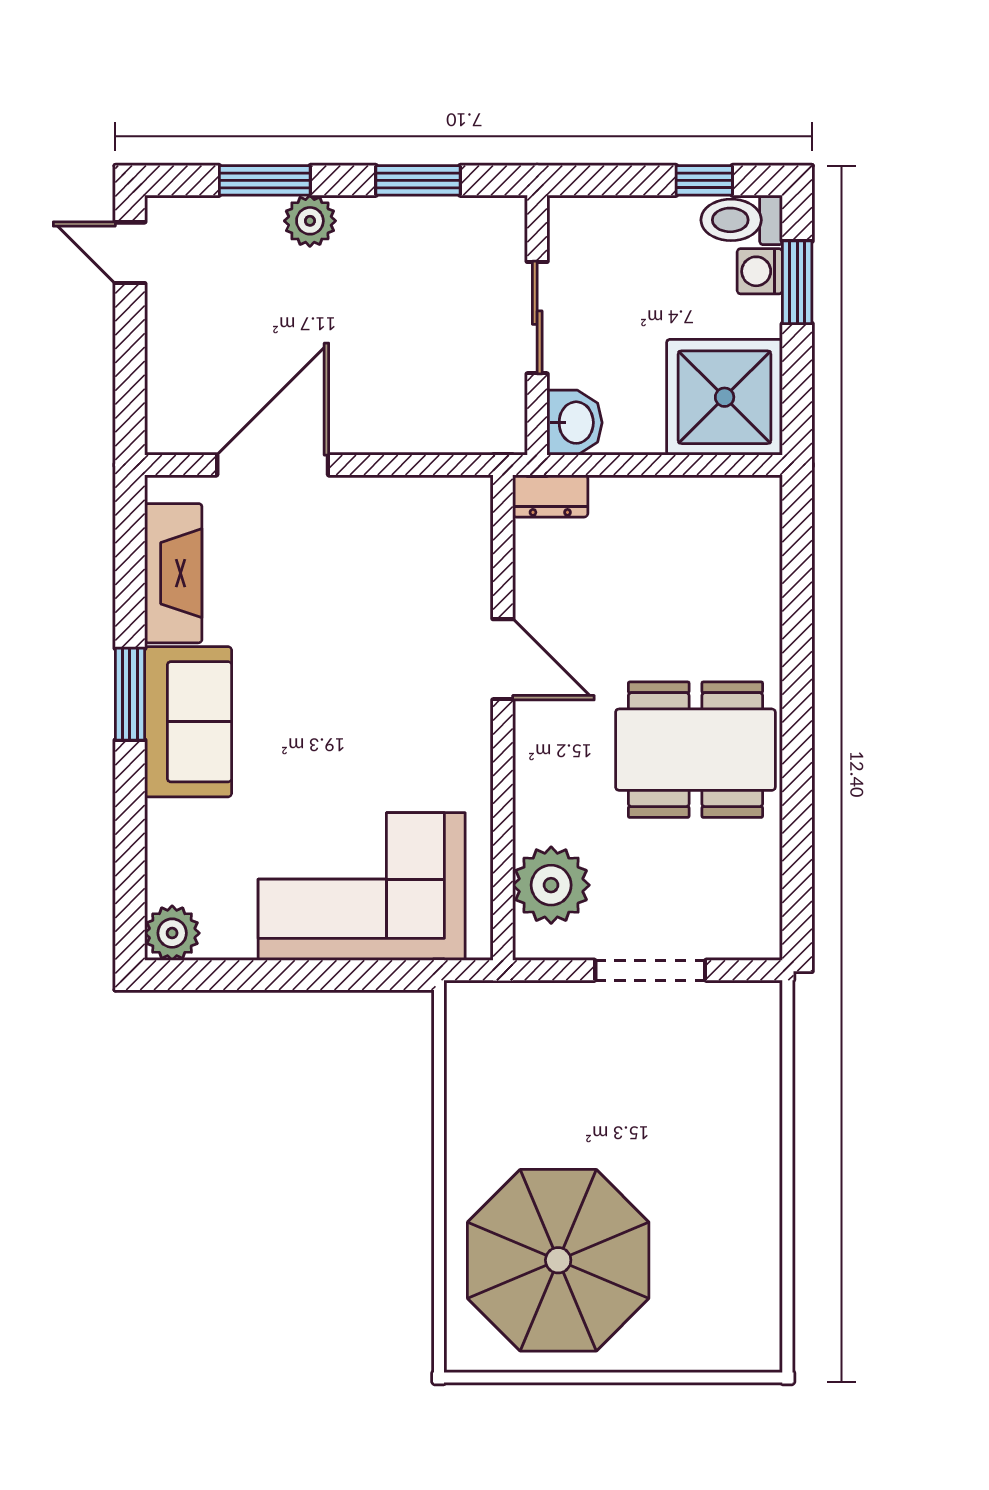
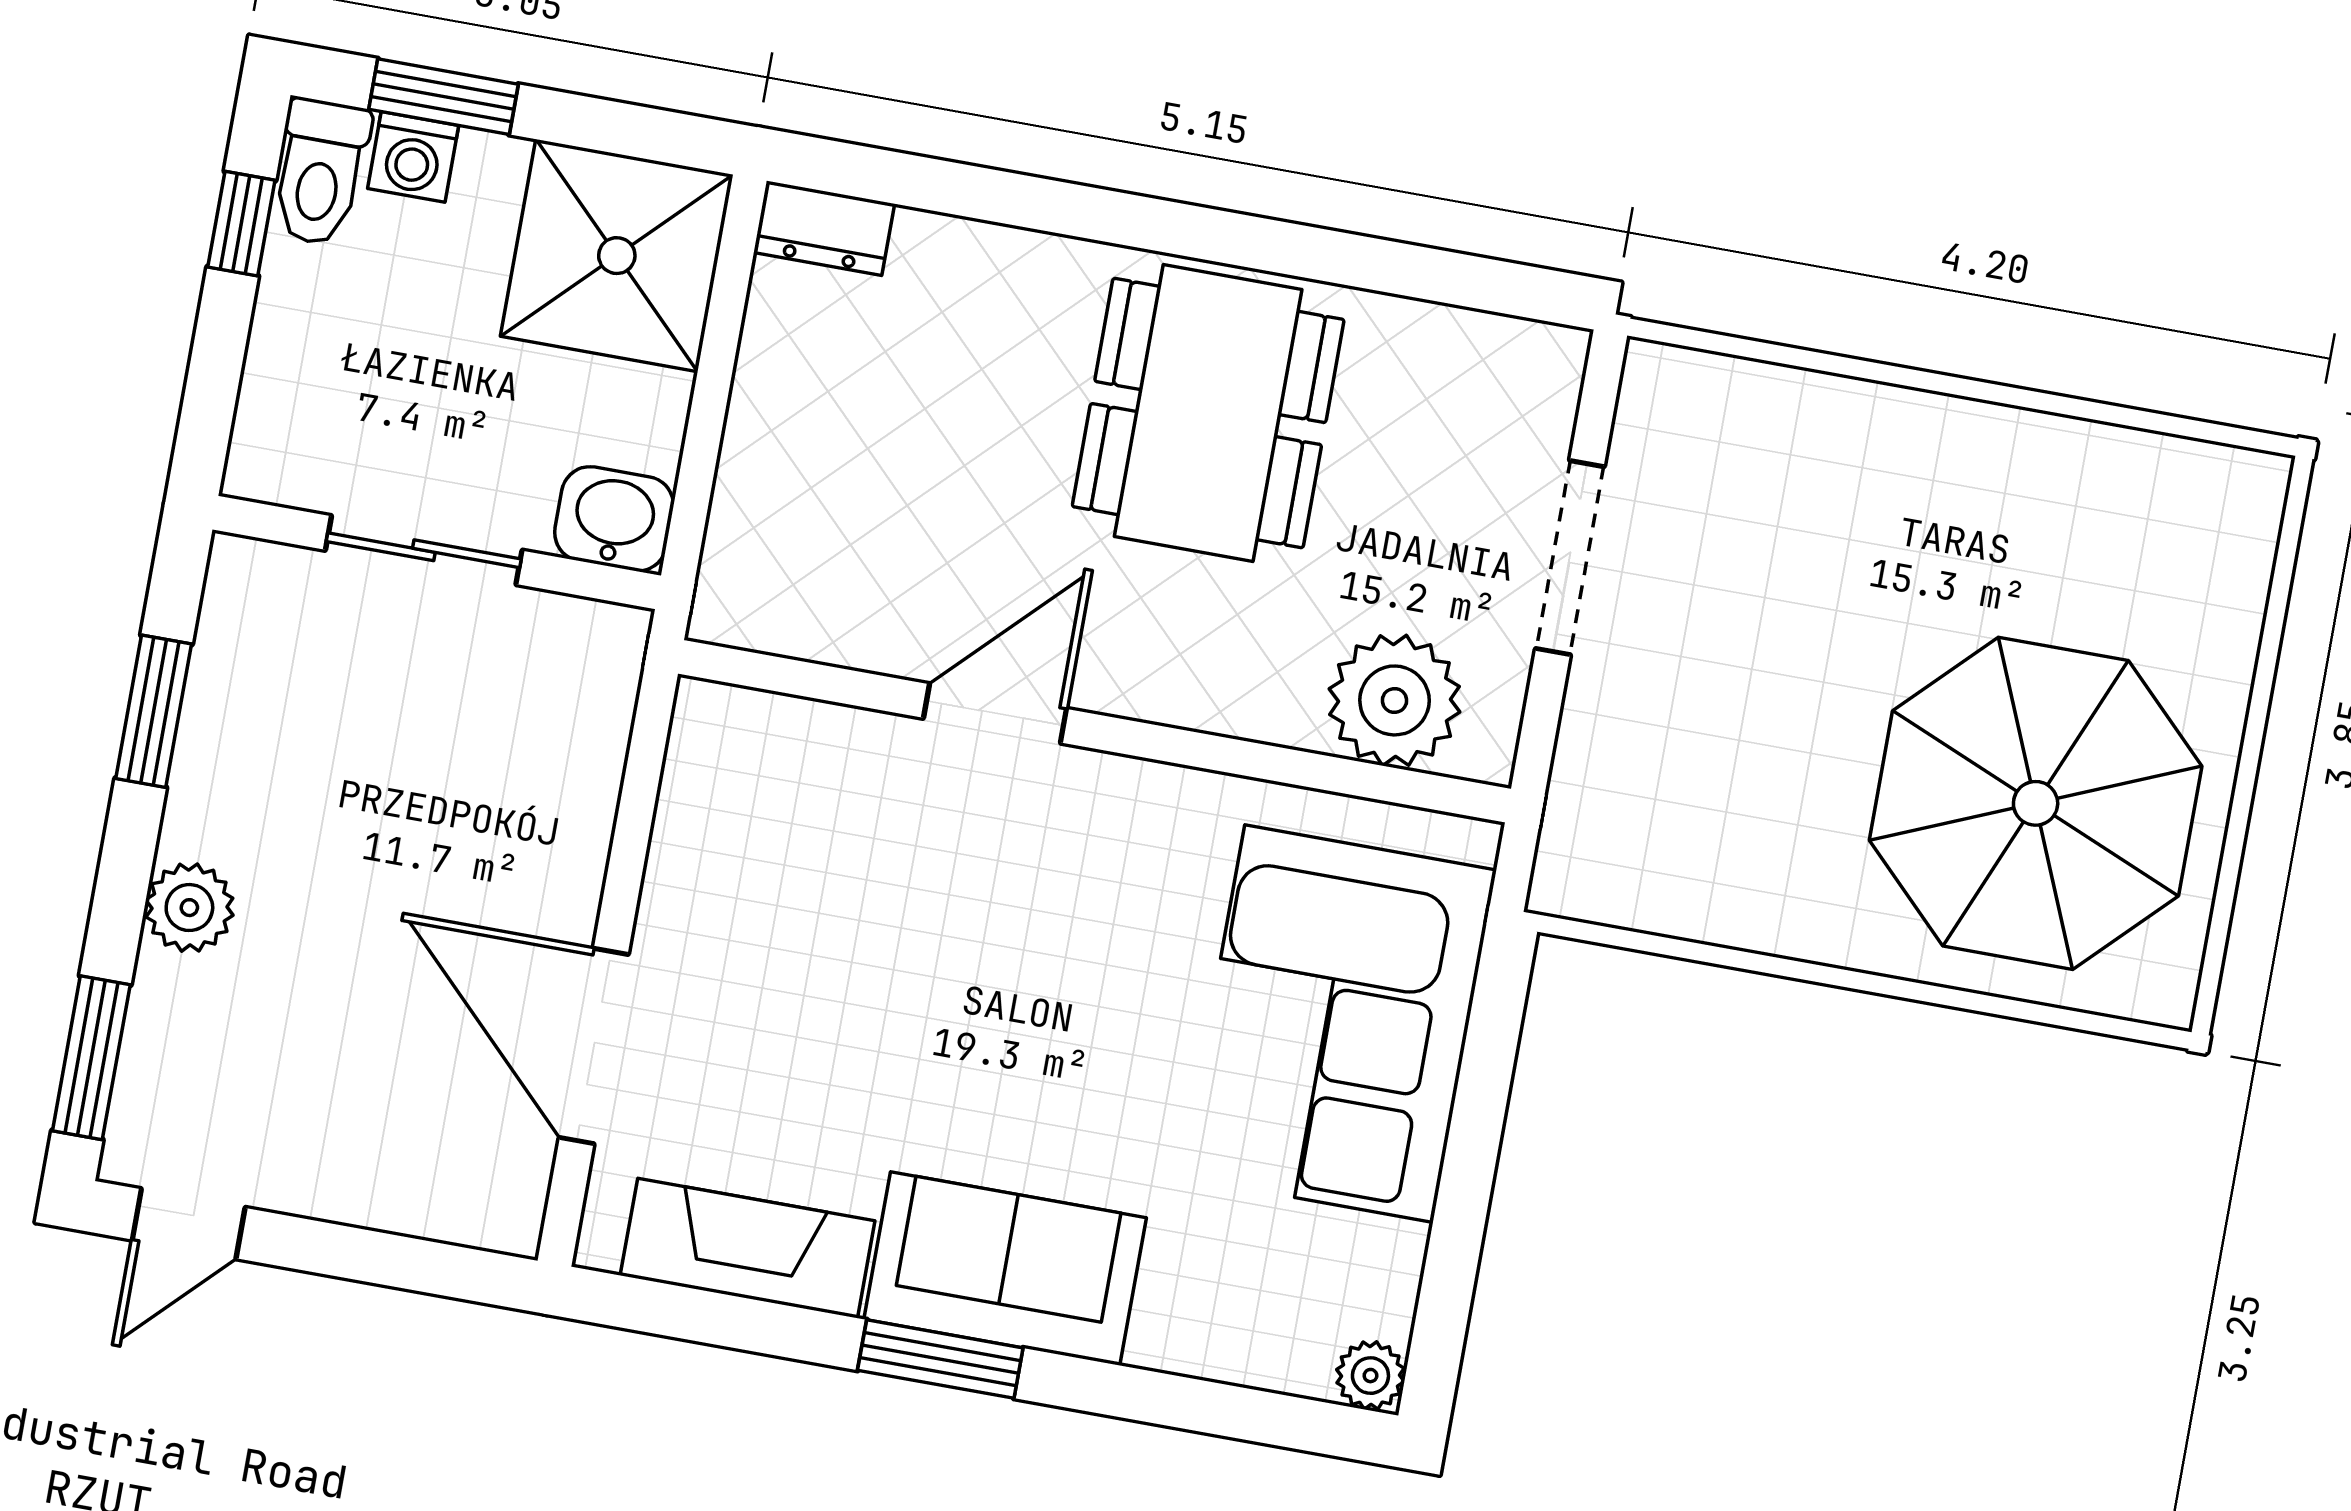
window: (265, 180) -> (91, 1058), moved
dresser: (550, 496) -> (824, 228), moved, turned 90
plant: (172, 933) -> (1370, 1376), width x0.73, depth x0.73

